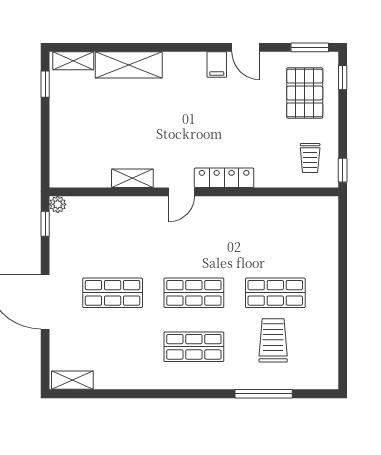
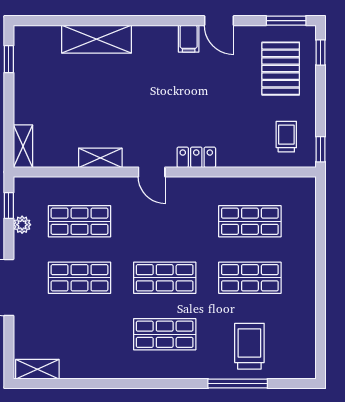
shelving: (73, 61) -> (23, 146), moved, turned 90
trolley: (310, 158) -> (286, 137), turned 180
locker: (224, 178) -> (196, 157), width x0.66
door: (181, 192) -> (152, 172), hinge flipped
plant: (58, 204) -> (22, 225), moved
shop shelf: (113, 239) -> (79, 221), added
shop shelf: (275, 239) -> (250, 221), added
trolley: (273, 340) -> (249, 346), moved

